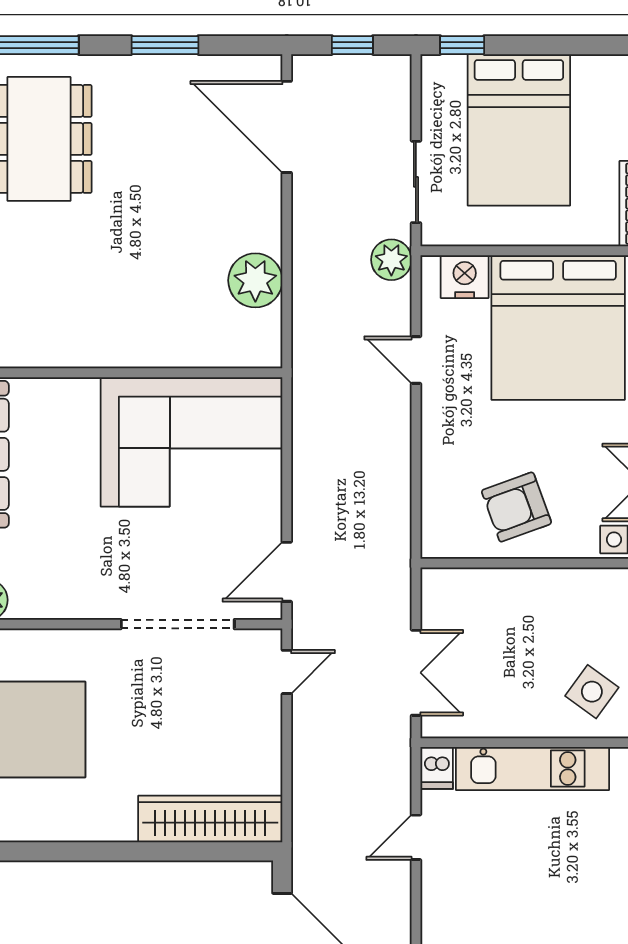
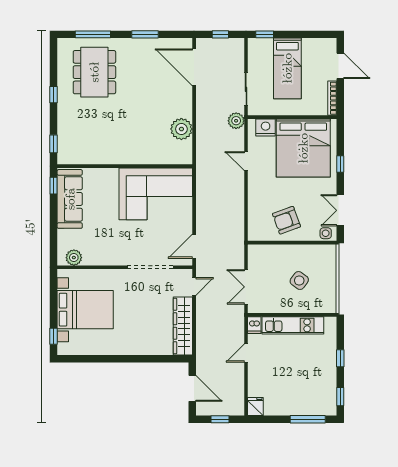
bed: (519, 130) -> (287, 68), width x0.67
double door: (416, 673) -> (246, 287), swing flipped
side table: (592, 692) -> (299, 280), moved
wardrobe: (210, 819) -> (183, 326), moved, turned -90

